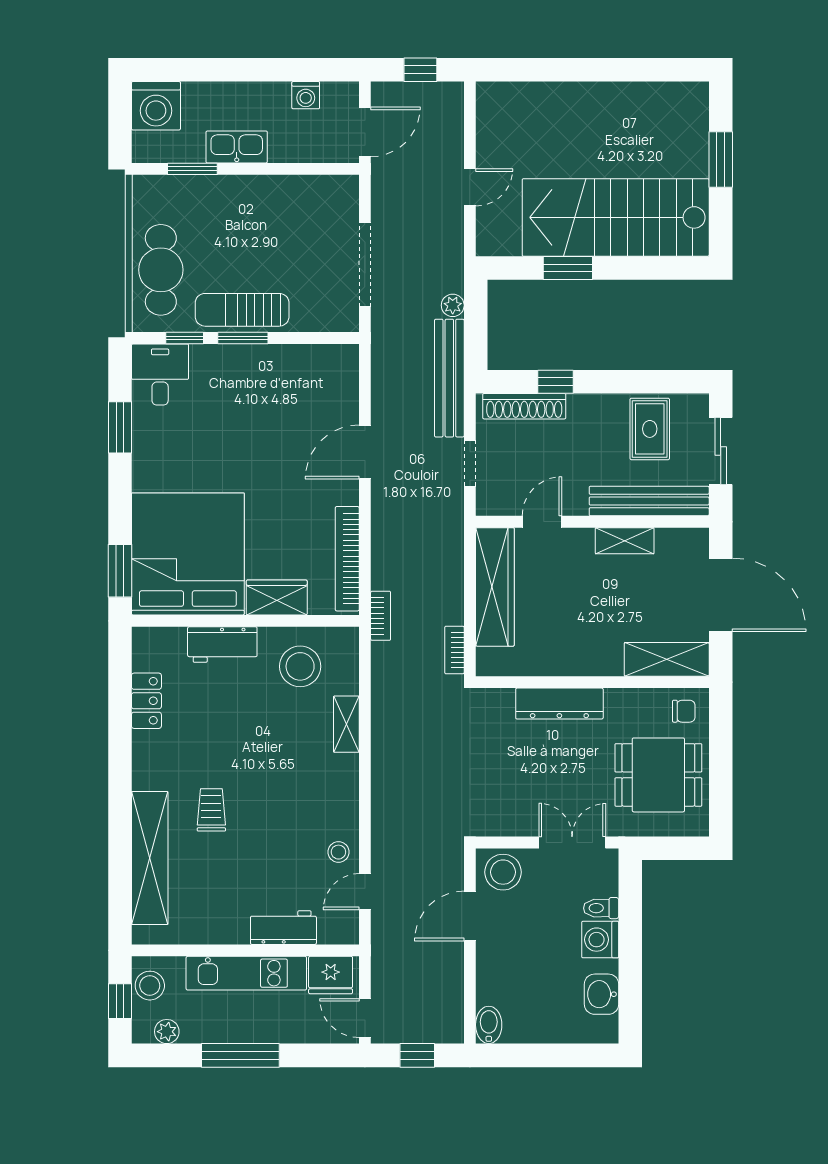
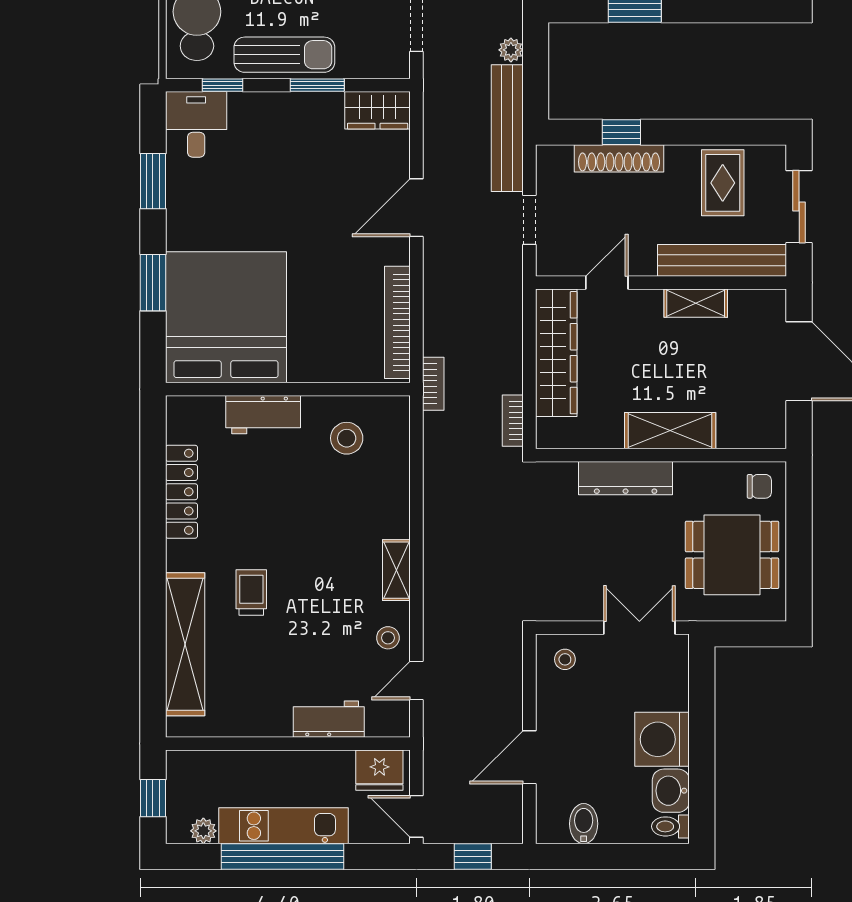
sun lounger: (242, 310) -> (284, 55), turned 180
window: (243, 338) -> (317, 85), moved
shoe rack: (524, 406) -> (619, 158), moved
window: (120, 571) -> (153, 283), moved
wardrobe: (277, 597) -> (378, 110), moved, turned 180
shelving: (667, 659) -> (670, 431), moved
stool: (300, 666) -> (347, 438), width x0.73, depth x0.73
locker: (146, 701) -> (181, 492), width x1.53
shelving: (346, 724) -> (396, 570), moved
stool: (503, 872) -> (565, 659), width x0.53, depth x0.53
toilet: (601, 908) -> (670, 826), moved
door: (470, 916) -> (529, 757), moved
washing machine: (600, 940) -> (662, 739), width x1.37, depth x1.37
kitchen unit: (246, 973) -> (284, 826), moved, turned 180
stool: (150, 986) -> (185, 781), removed
bidet: (489, 1025) -> (584, 824), moved
window: (240, 1055) -> (282, 856), width x1.46

